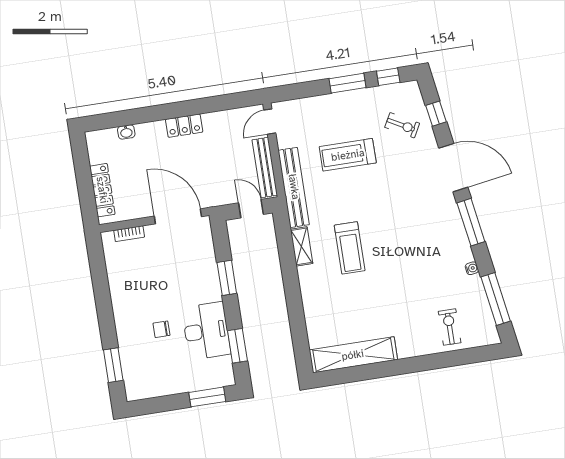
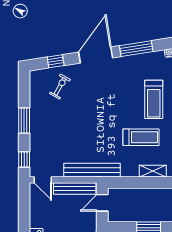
window: (388, 77) -> (24, 160), moved
treadmill: (348, 155) -> (154, 99), moved
shelving: (302, 246) -> (153, 171), moved

